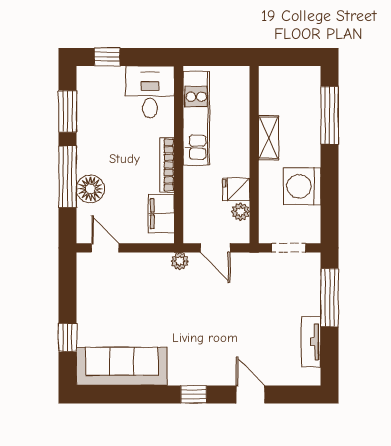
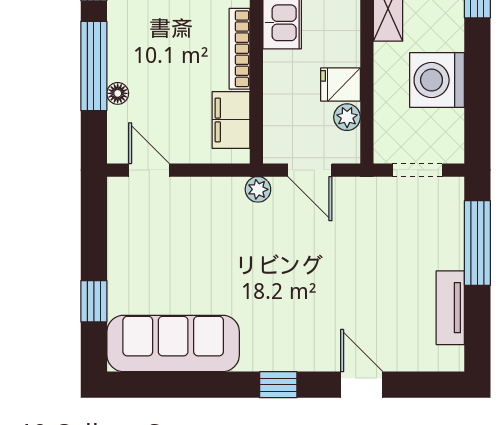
floor lamp: (90, 189) -> (118, 93), width x0.53, depth x0.53

